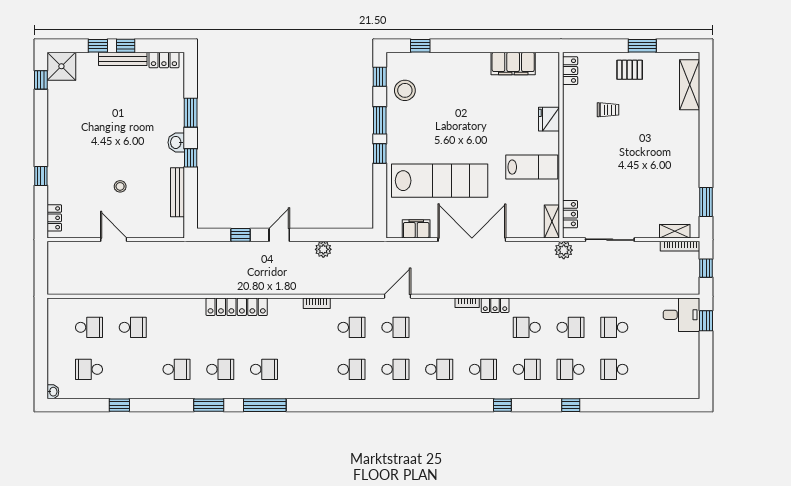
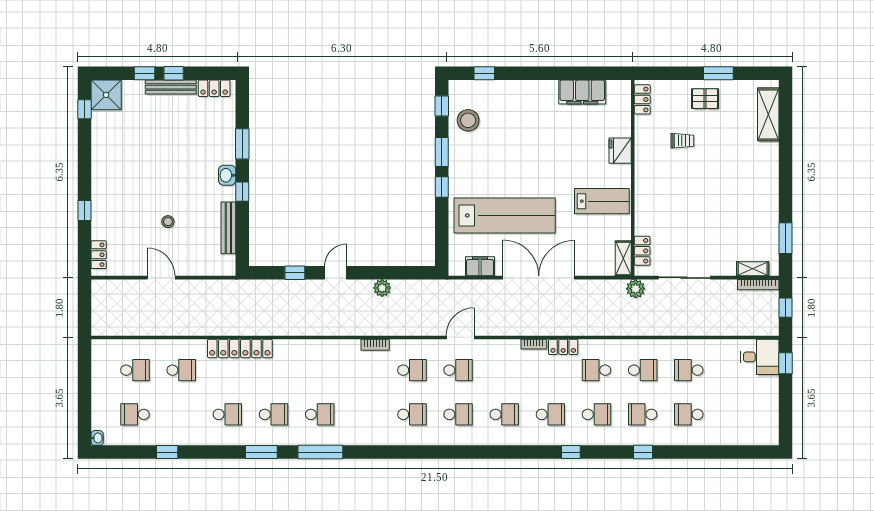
locker: (237, 307) -> (240, 348), moved

